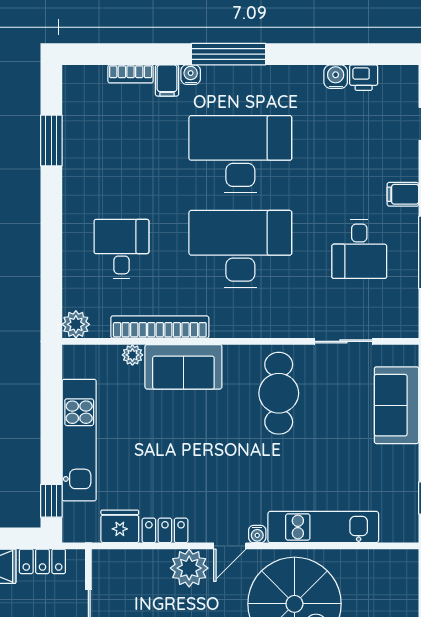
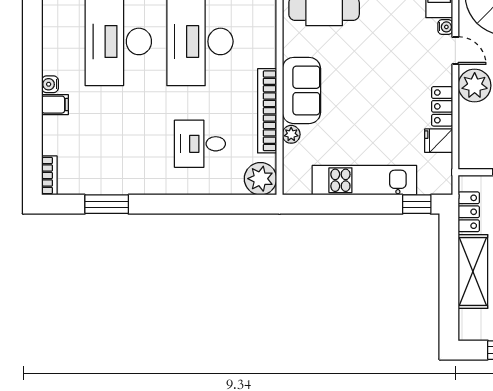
window: (229, 54) -> (32, 52), removed
bookcase: (131, 74) -> (49, 175), moved
plant: (76, 324) -> (260, 179), width x1.36, depth x1.36
fridge: (120, 526) -> (439, 141), width x0.72

